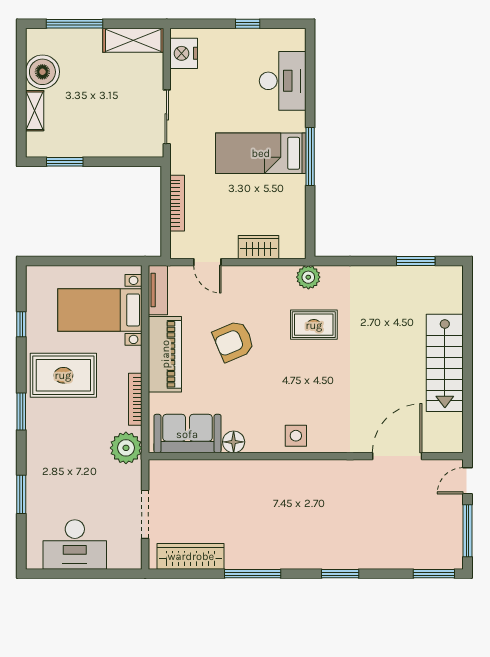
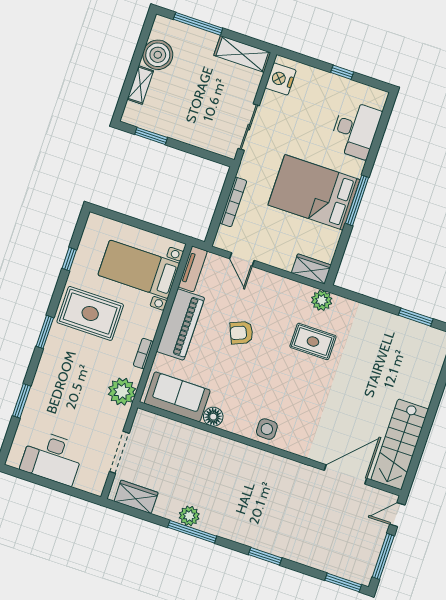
bed: (261, 153) -> (314, 192), width x1.50
wardrobe: (259, 247) -> (311, 269), moved
armchair: (233, 341) -> (241, 333), width x0.72, depth x0.72
stairs: (445, 363) -> (400, 444), moved
bookcase: (135, 399) -> (143, 354), width x0.64
wardrobe: (191, 556) -> (136, 497), width x0.67
plant: (244, 558) -> (189, 516), added

